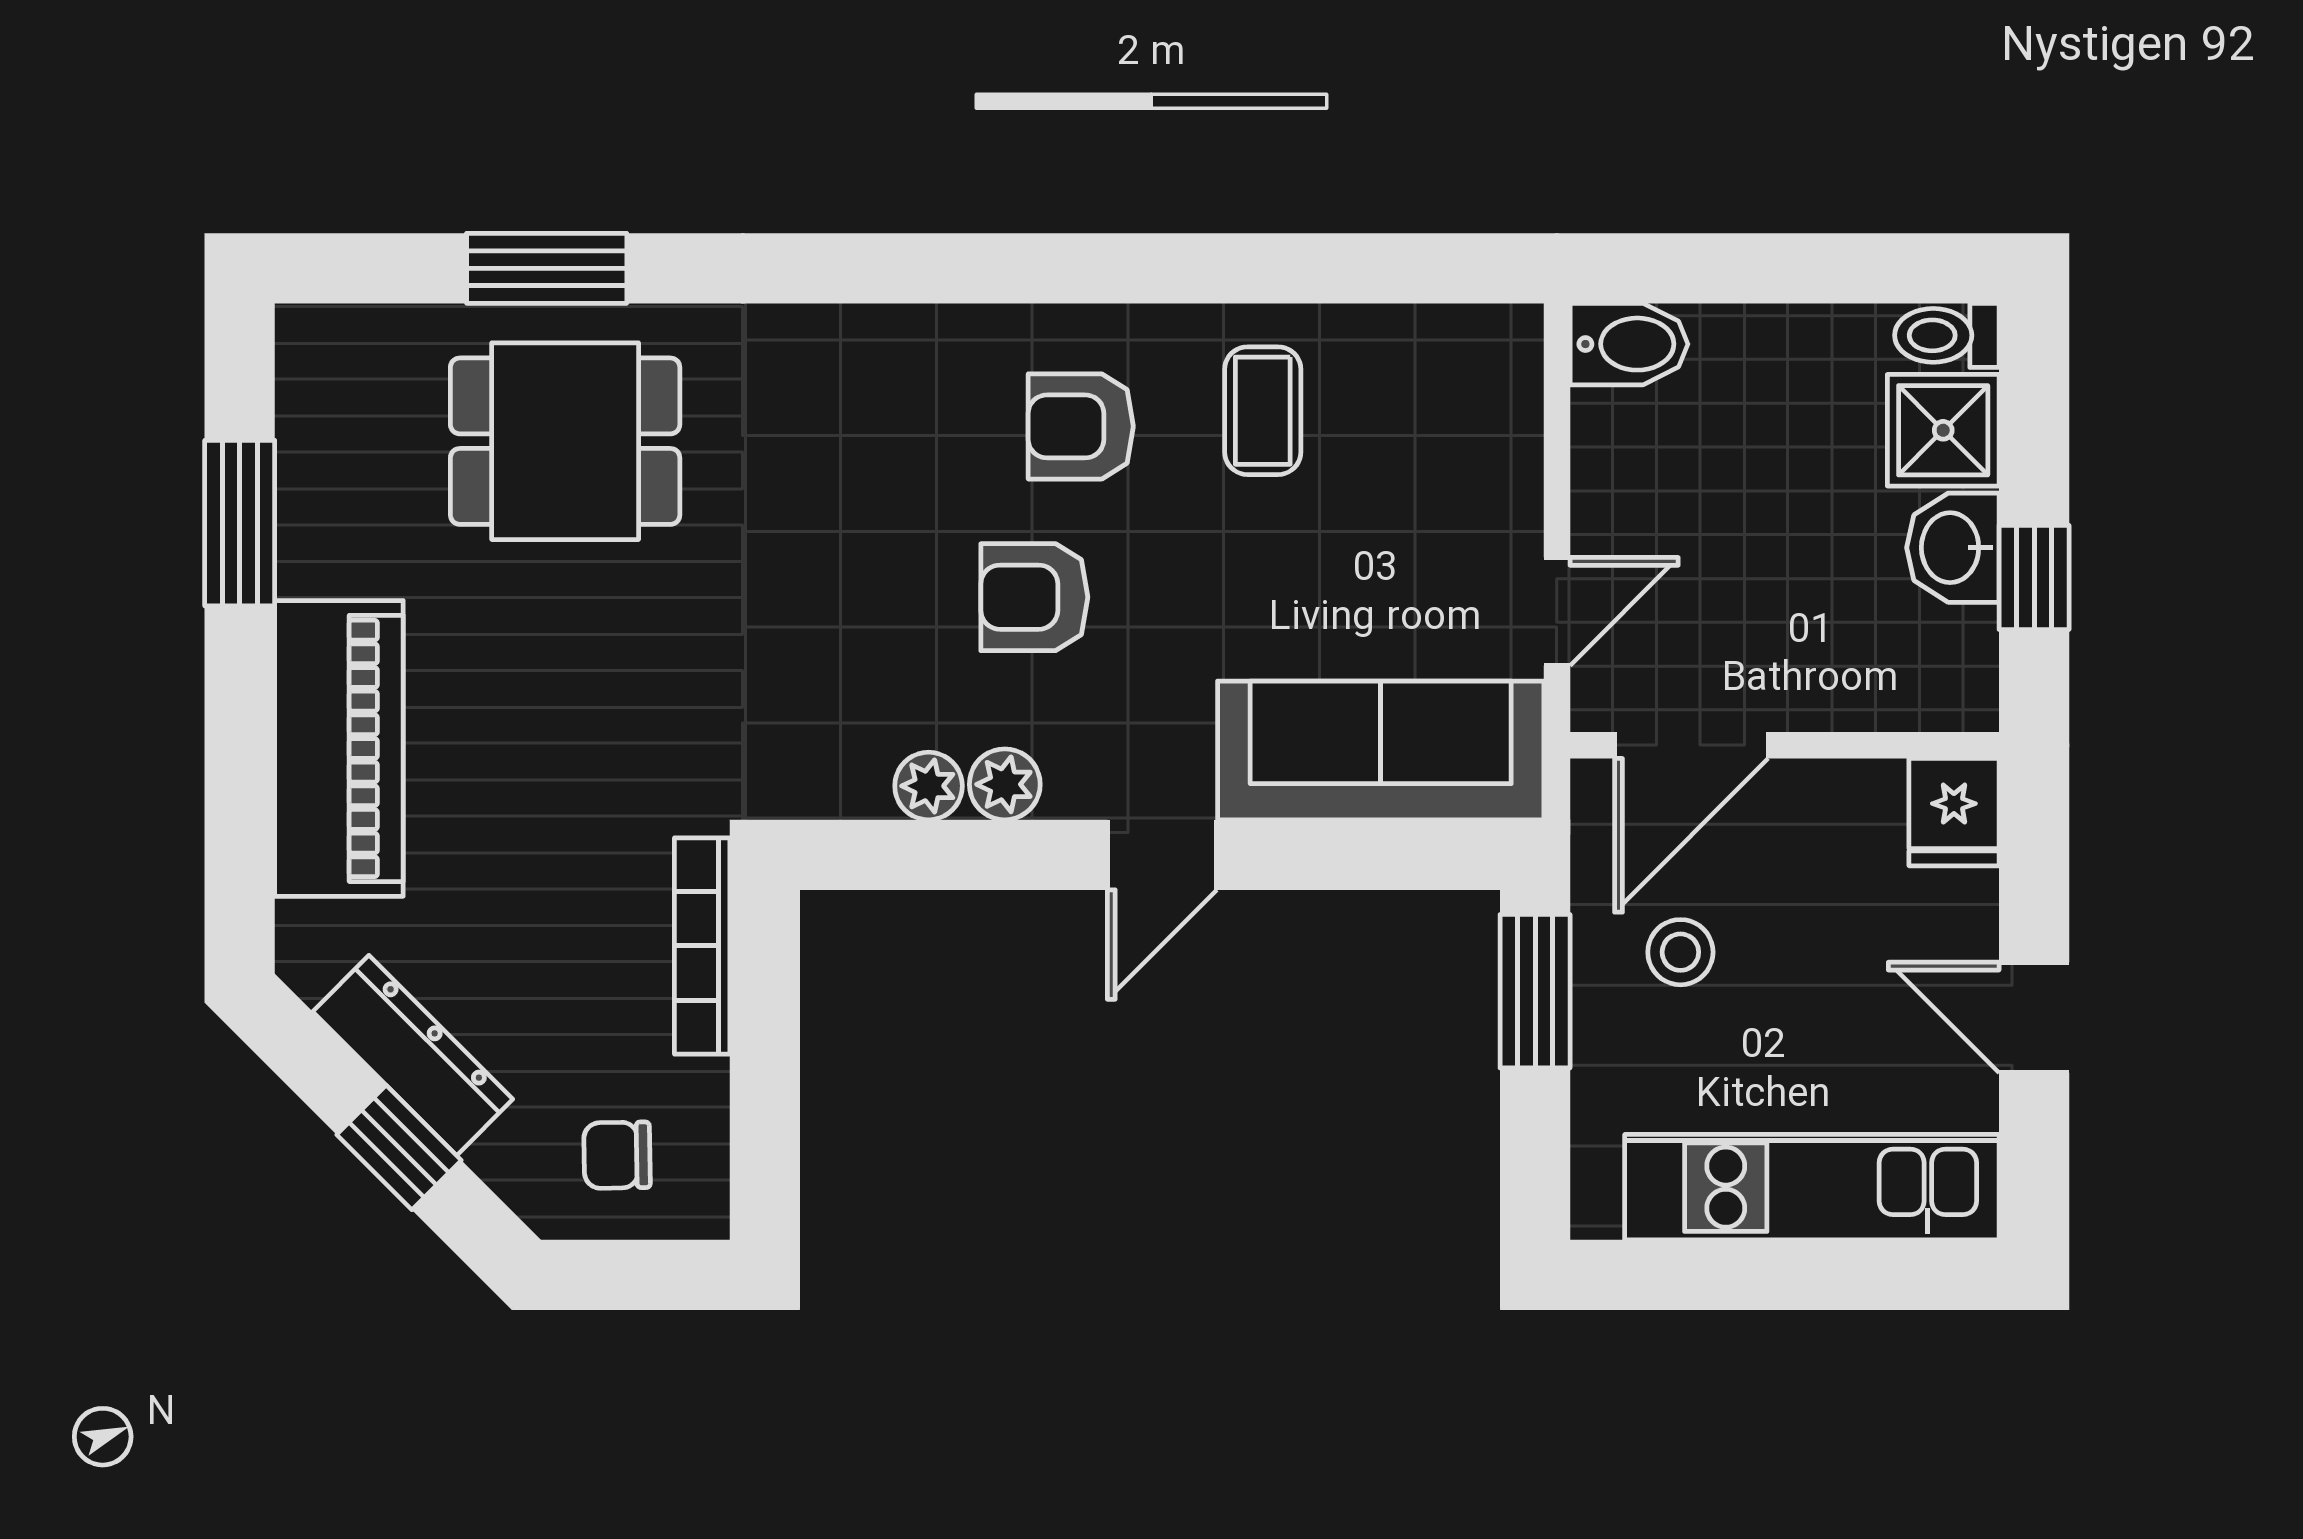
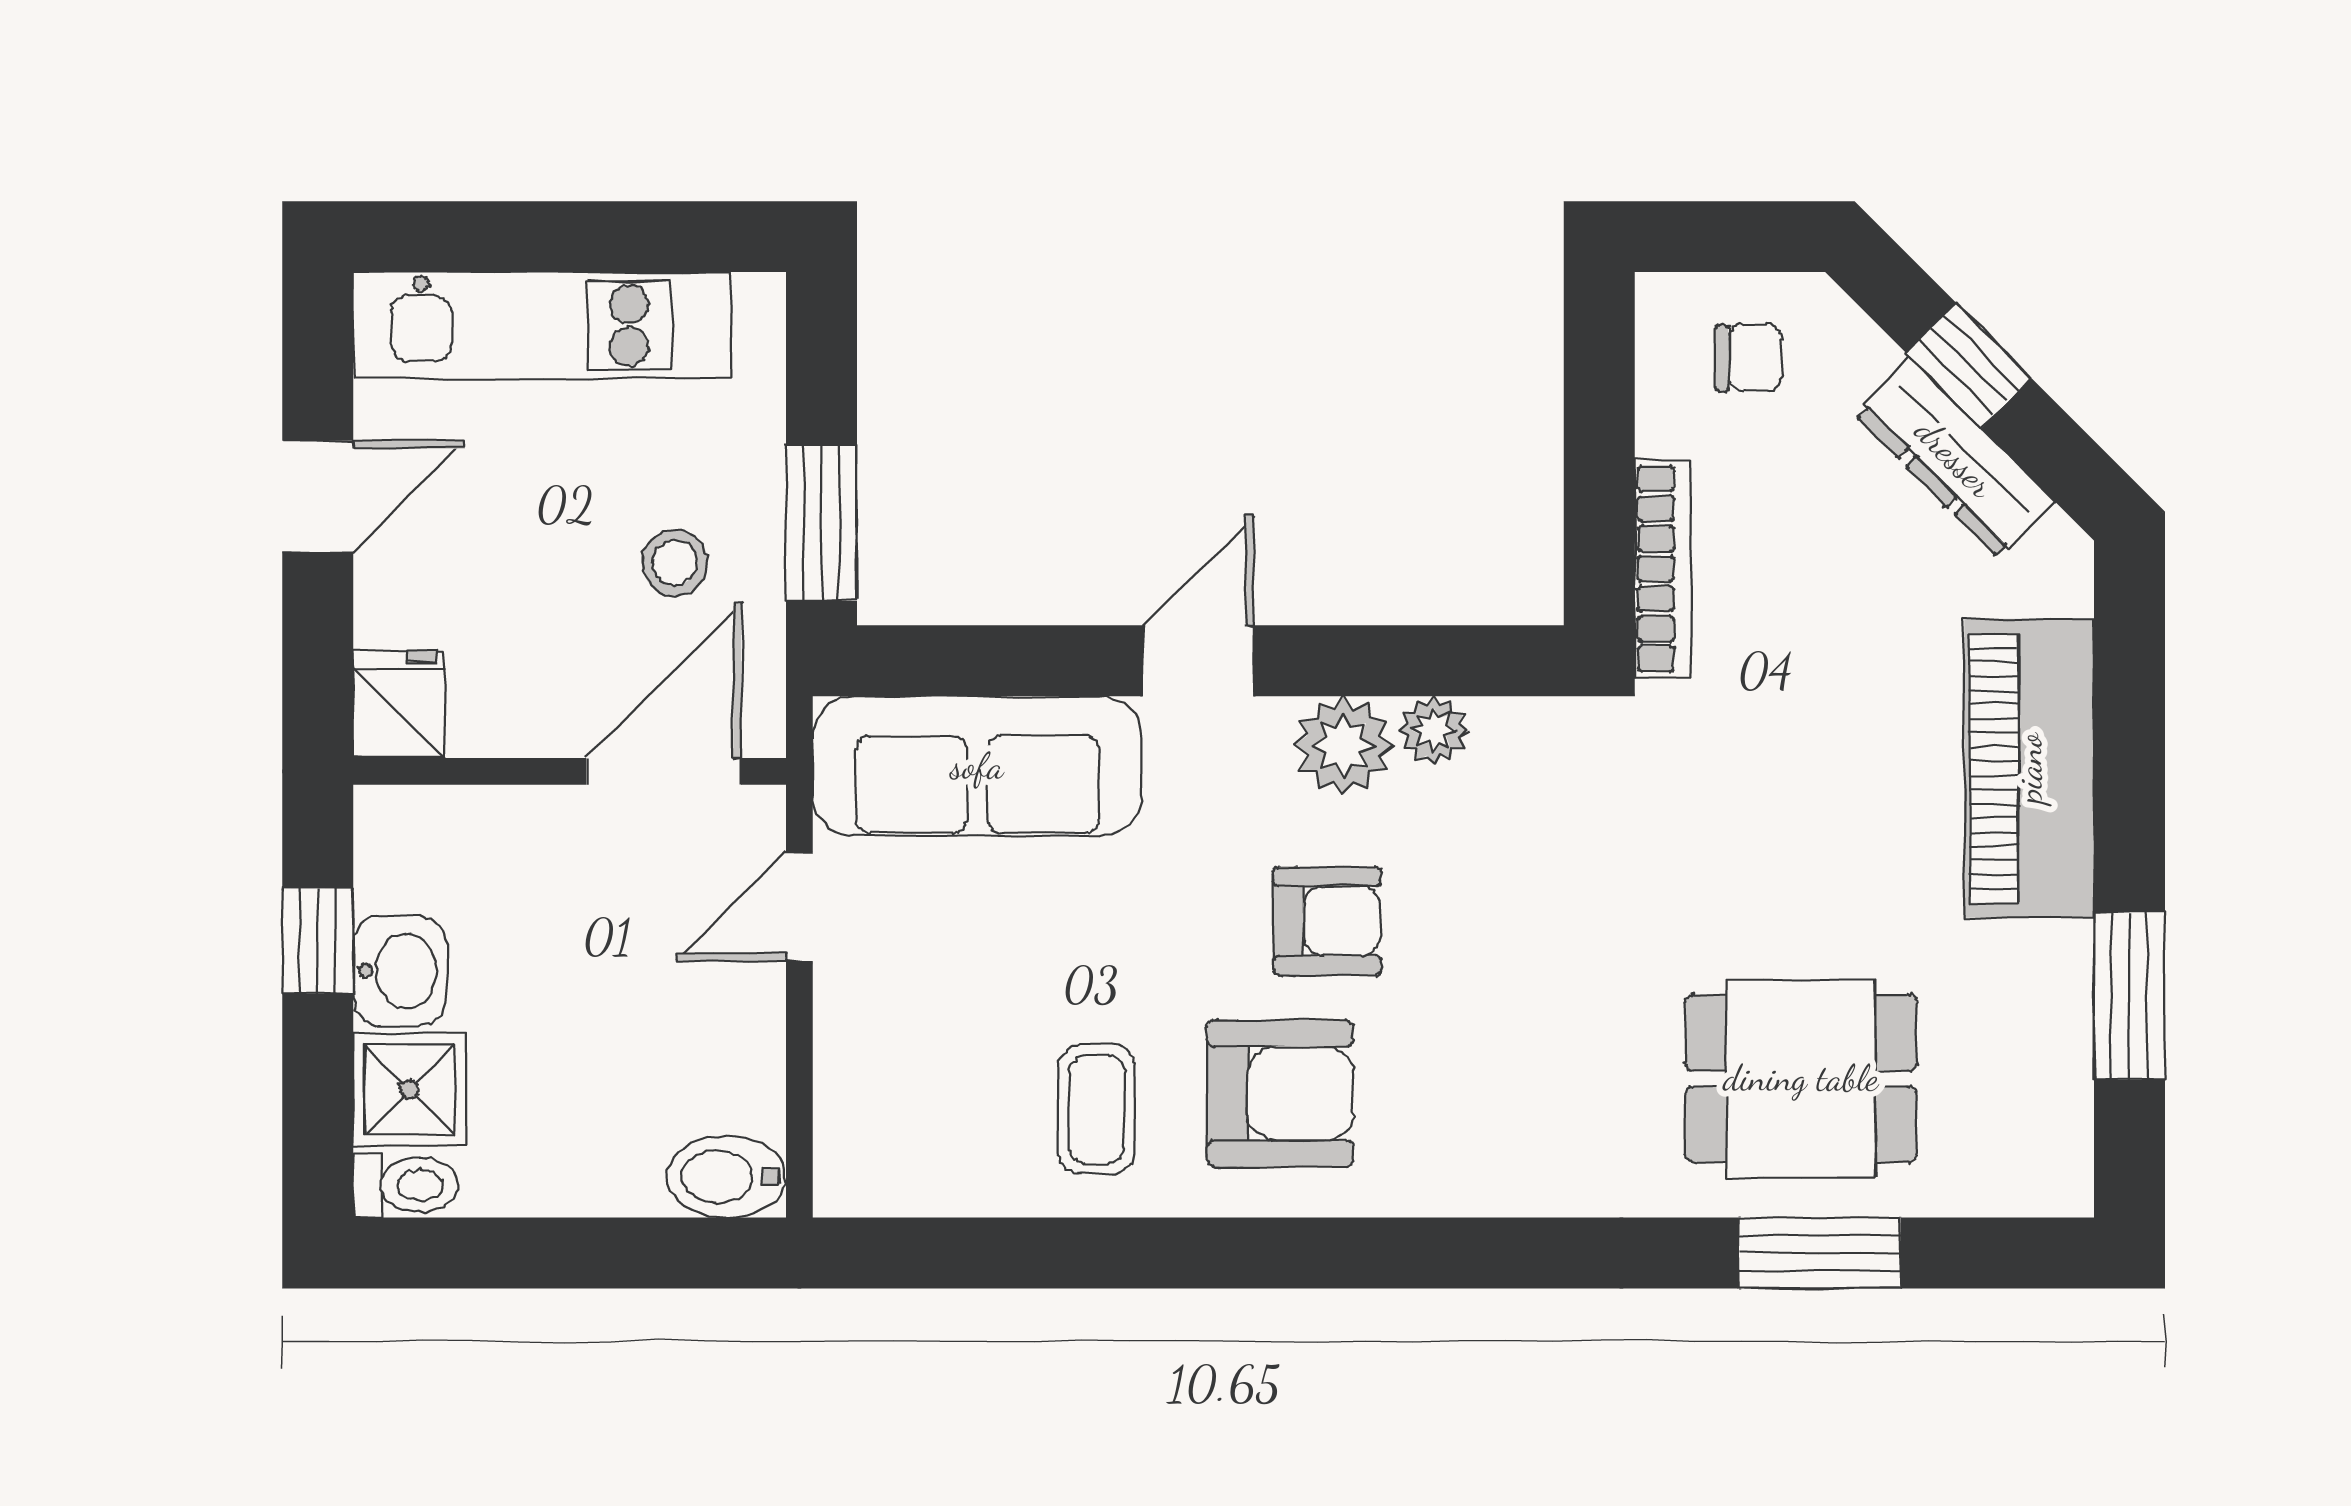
armchair: (1081, 426) -> (1280, 1093), width x1.38, depth x1.38
plant: (1005, 784) -> (1344, 745), width x1.38, depth x1.38
door: (2034, 1018) -> (318, 497), hinge flipped

